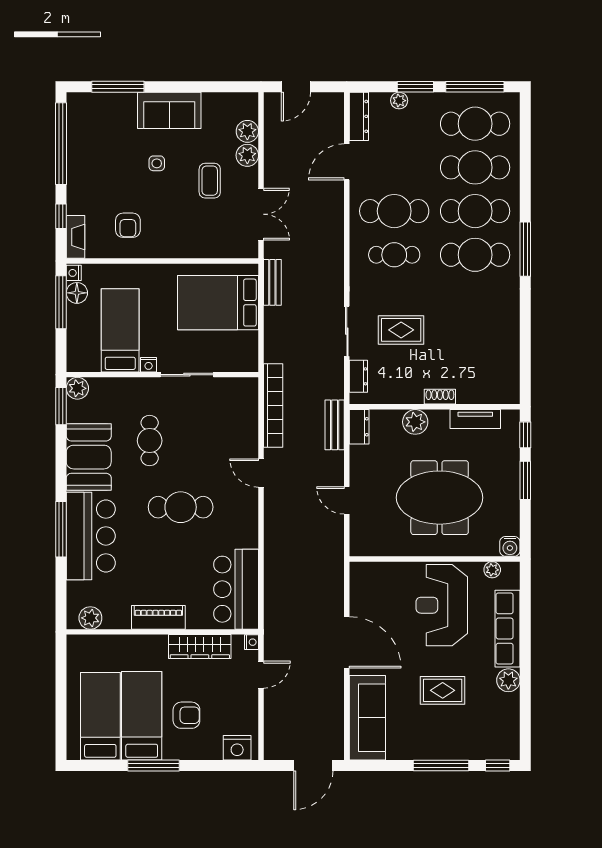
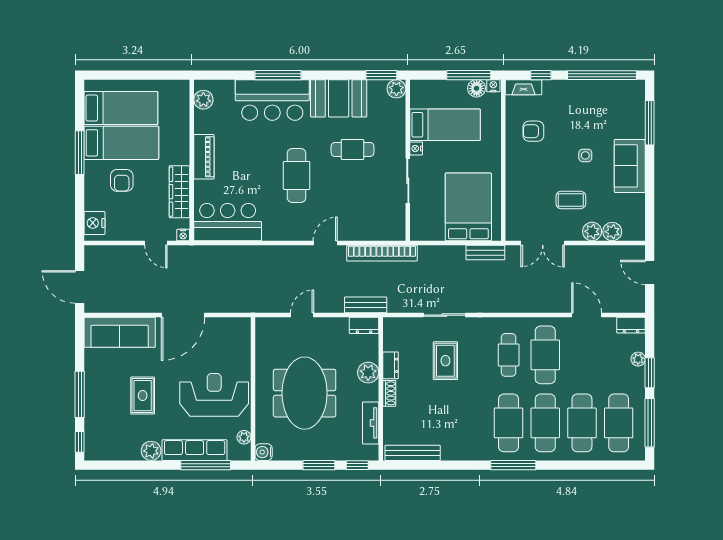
dresser: (359, 116) -> (631, 325), width x0.70
bench: (511, 369) -> (413, 453), added
dresser: (358, 376) -> (391, 365), moved, turned -90
window: (525, 615) -> (206, 465), added

